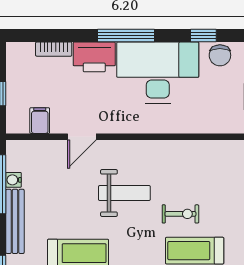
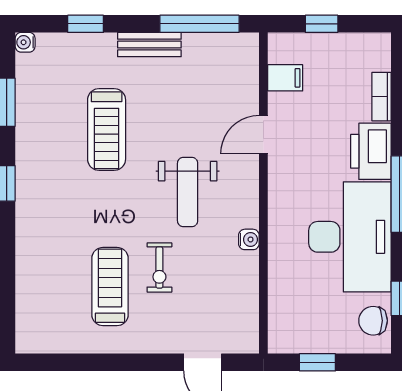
door: (82, 137) -> (263, 135), hinge flipped
water cooler: (14, 180) -> (249, 239), moved, turned 90
bench: (15, 221) -> (149, 45), width x0.73

